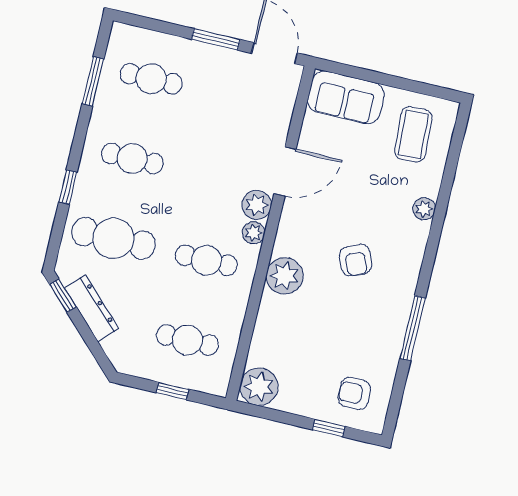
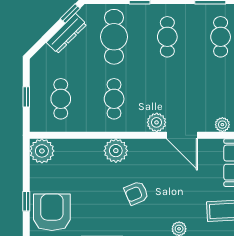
plant: (254, 233) -> (222, 125), moved
armchair: (354, 393) -> (52, 212), width x1.88, depth x1.88

